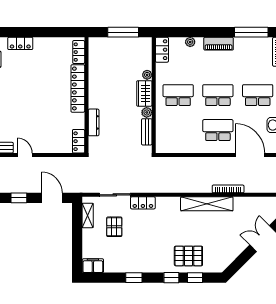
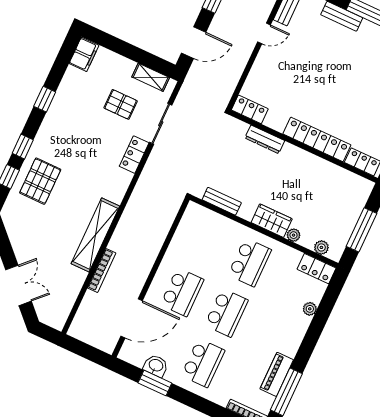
piano: (219, 44) -> (277, 374), moved
plant: (147, 112) -> (321, 247), moved

